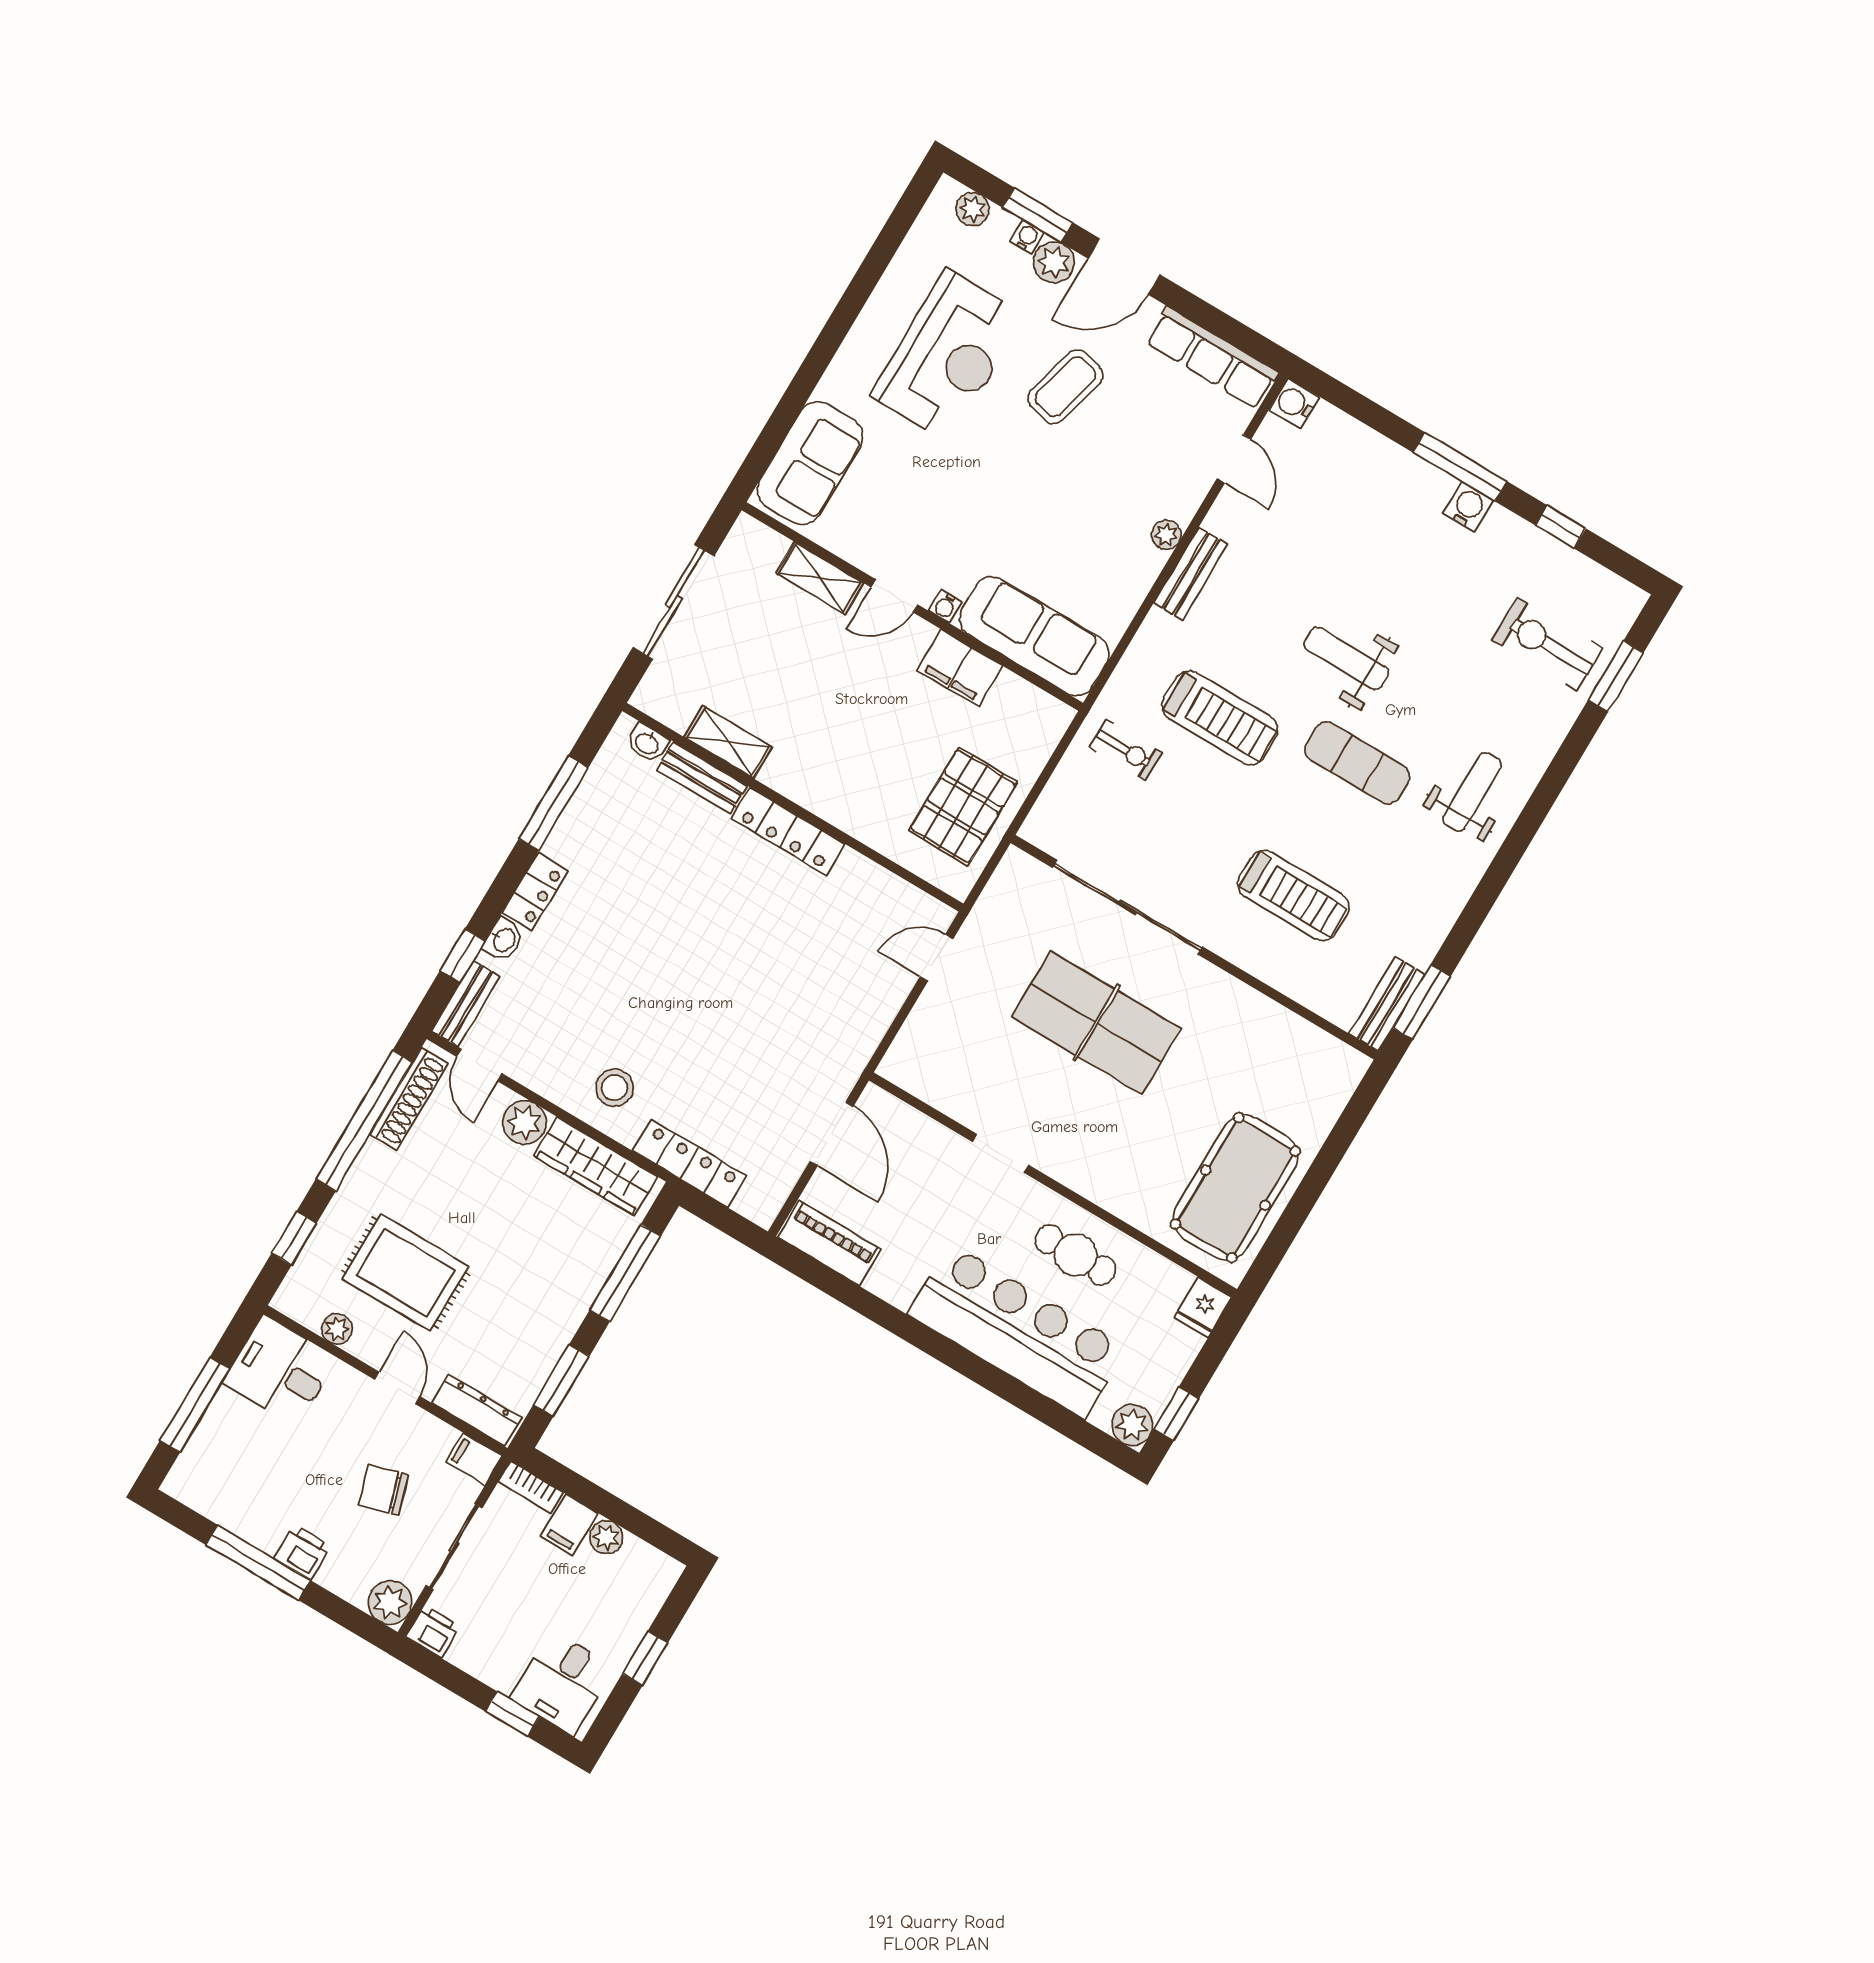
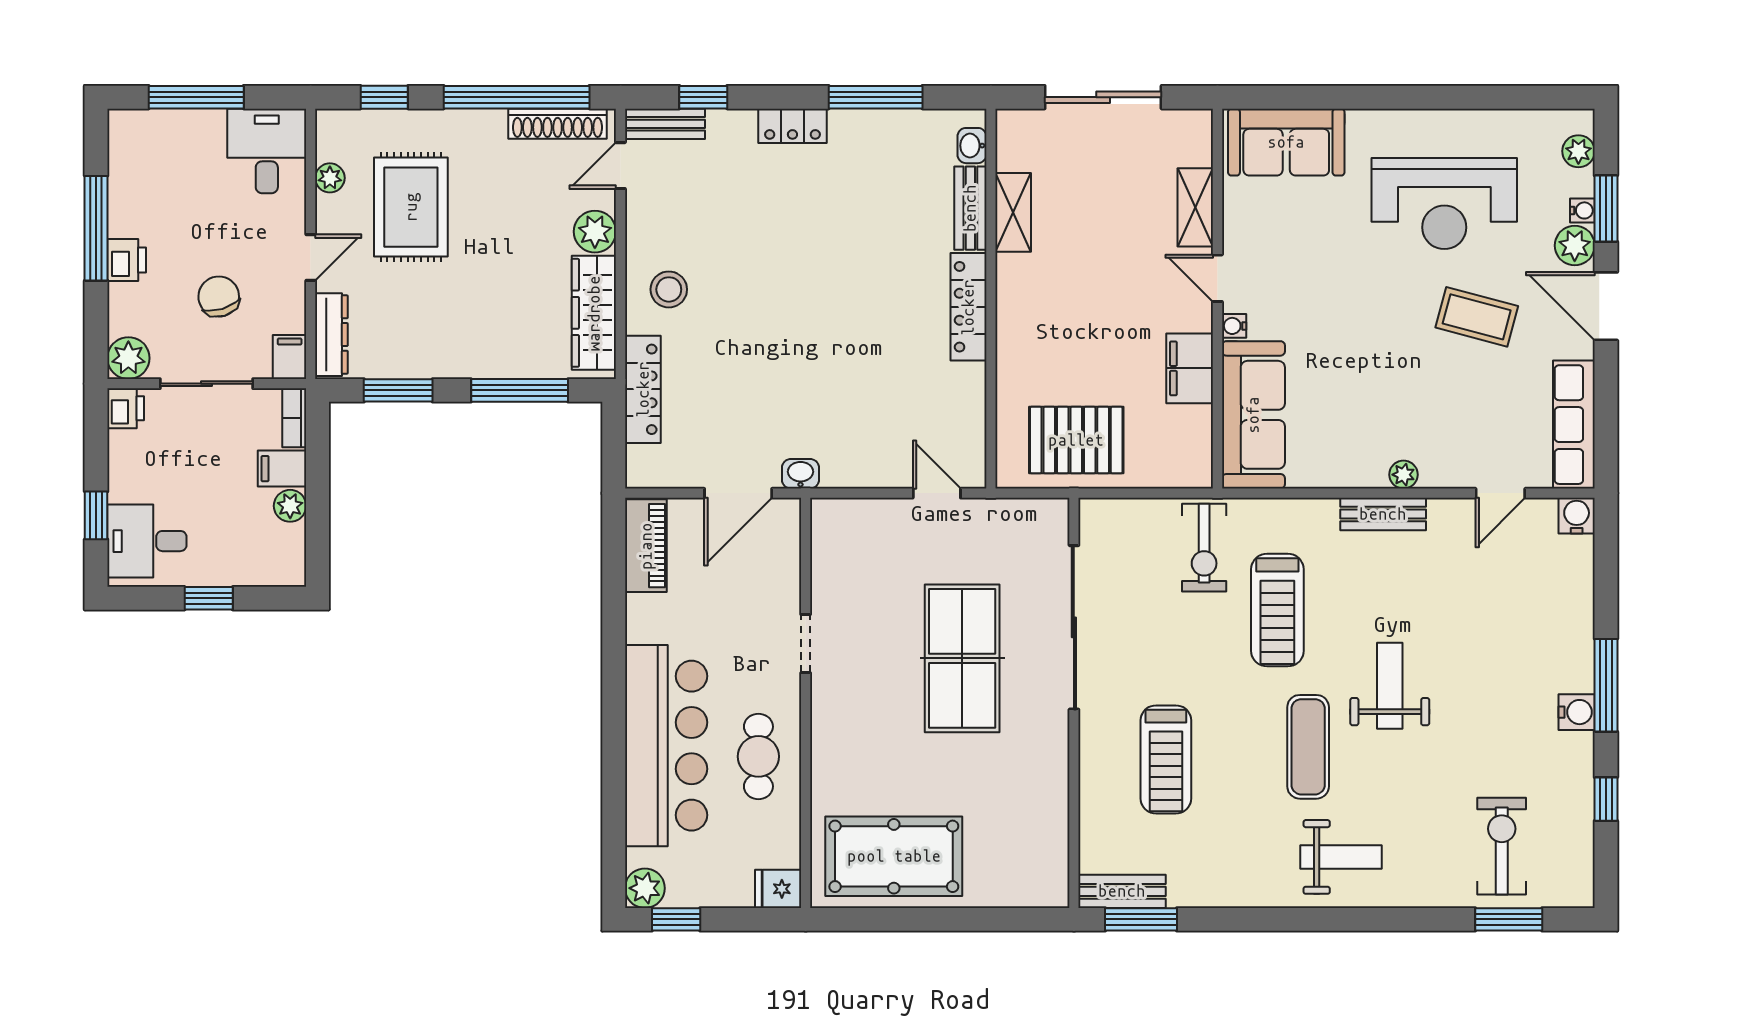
exercise bike: (1126, 750) -> (1204, 548), width x1.38, depth x1.39
washbasin: (504, 940) -> (800, 474), moved, turned 180

